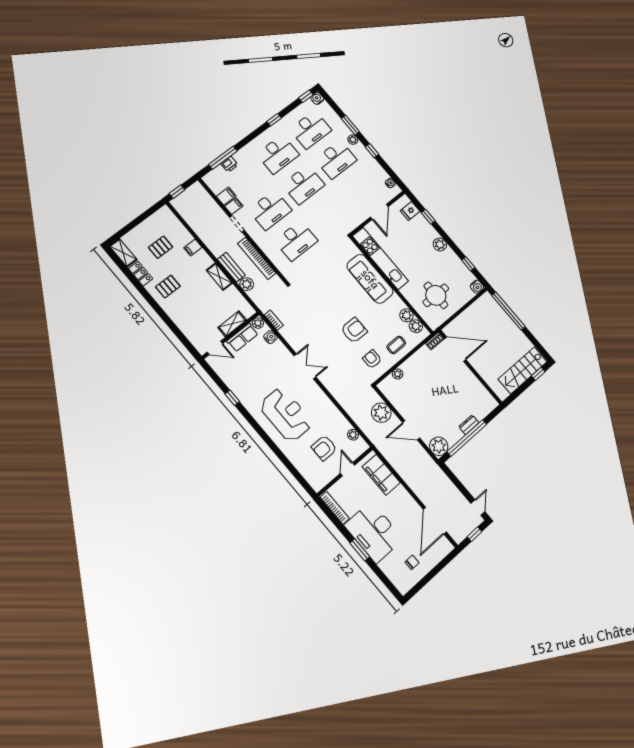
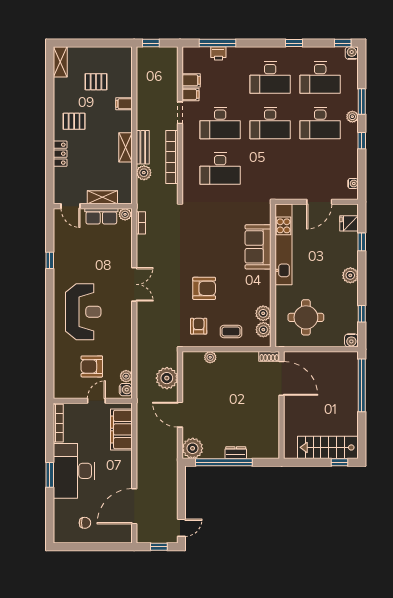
locker: (141, 274) -> (60, 154), moved
sofa: (370, 279) -> (258, 247), width x0.73
water cooler: (270, 337) -> (126, 390), moved

